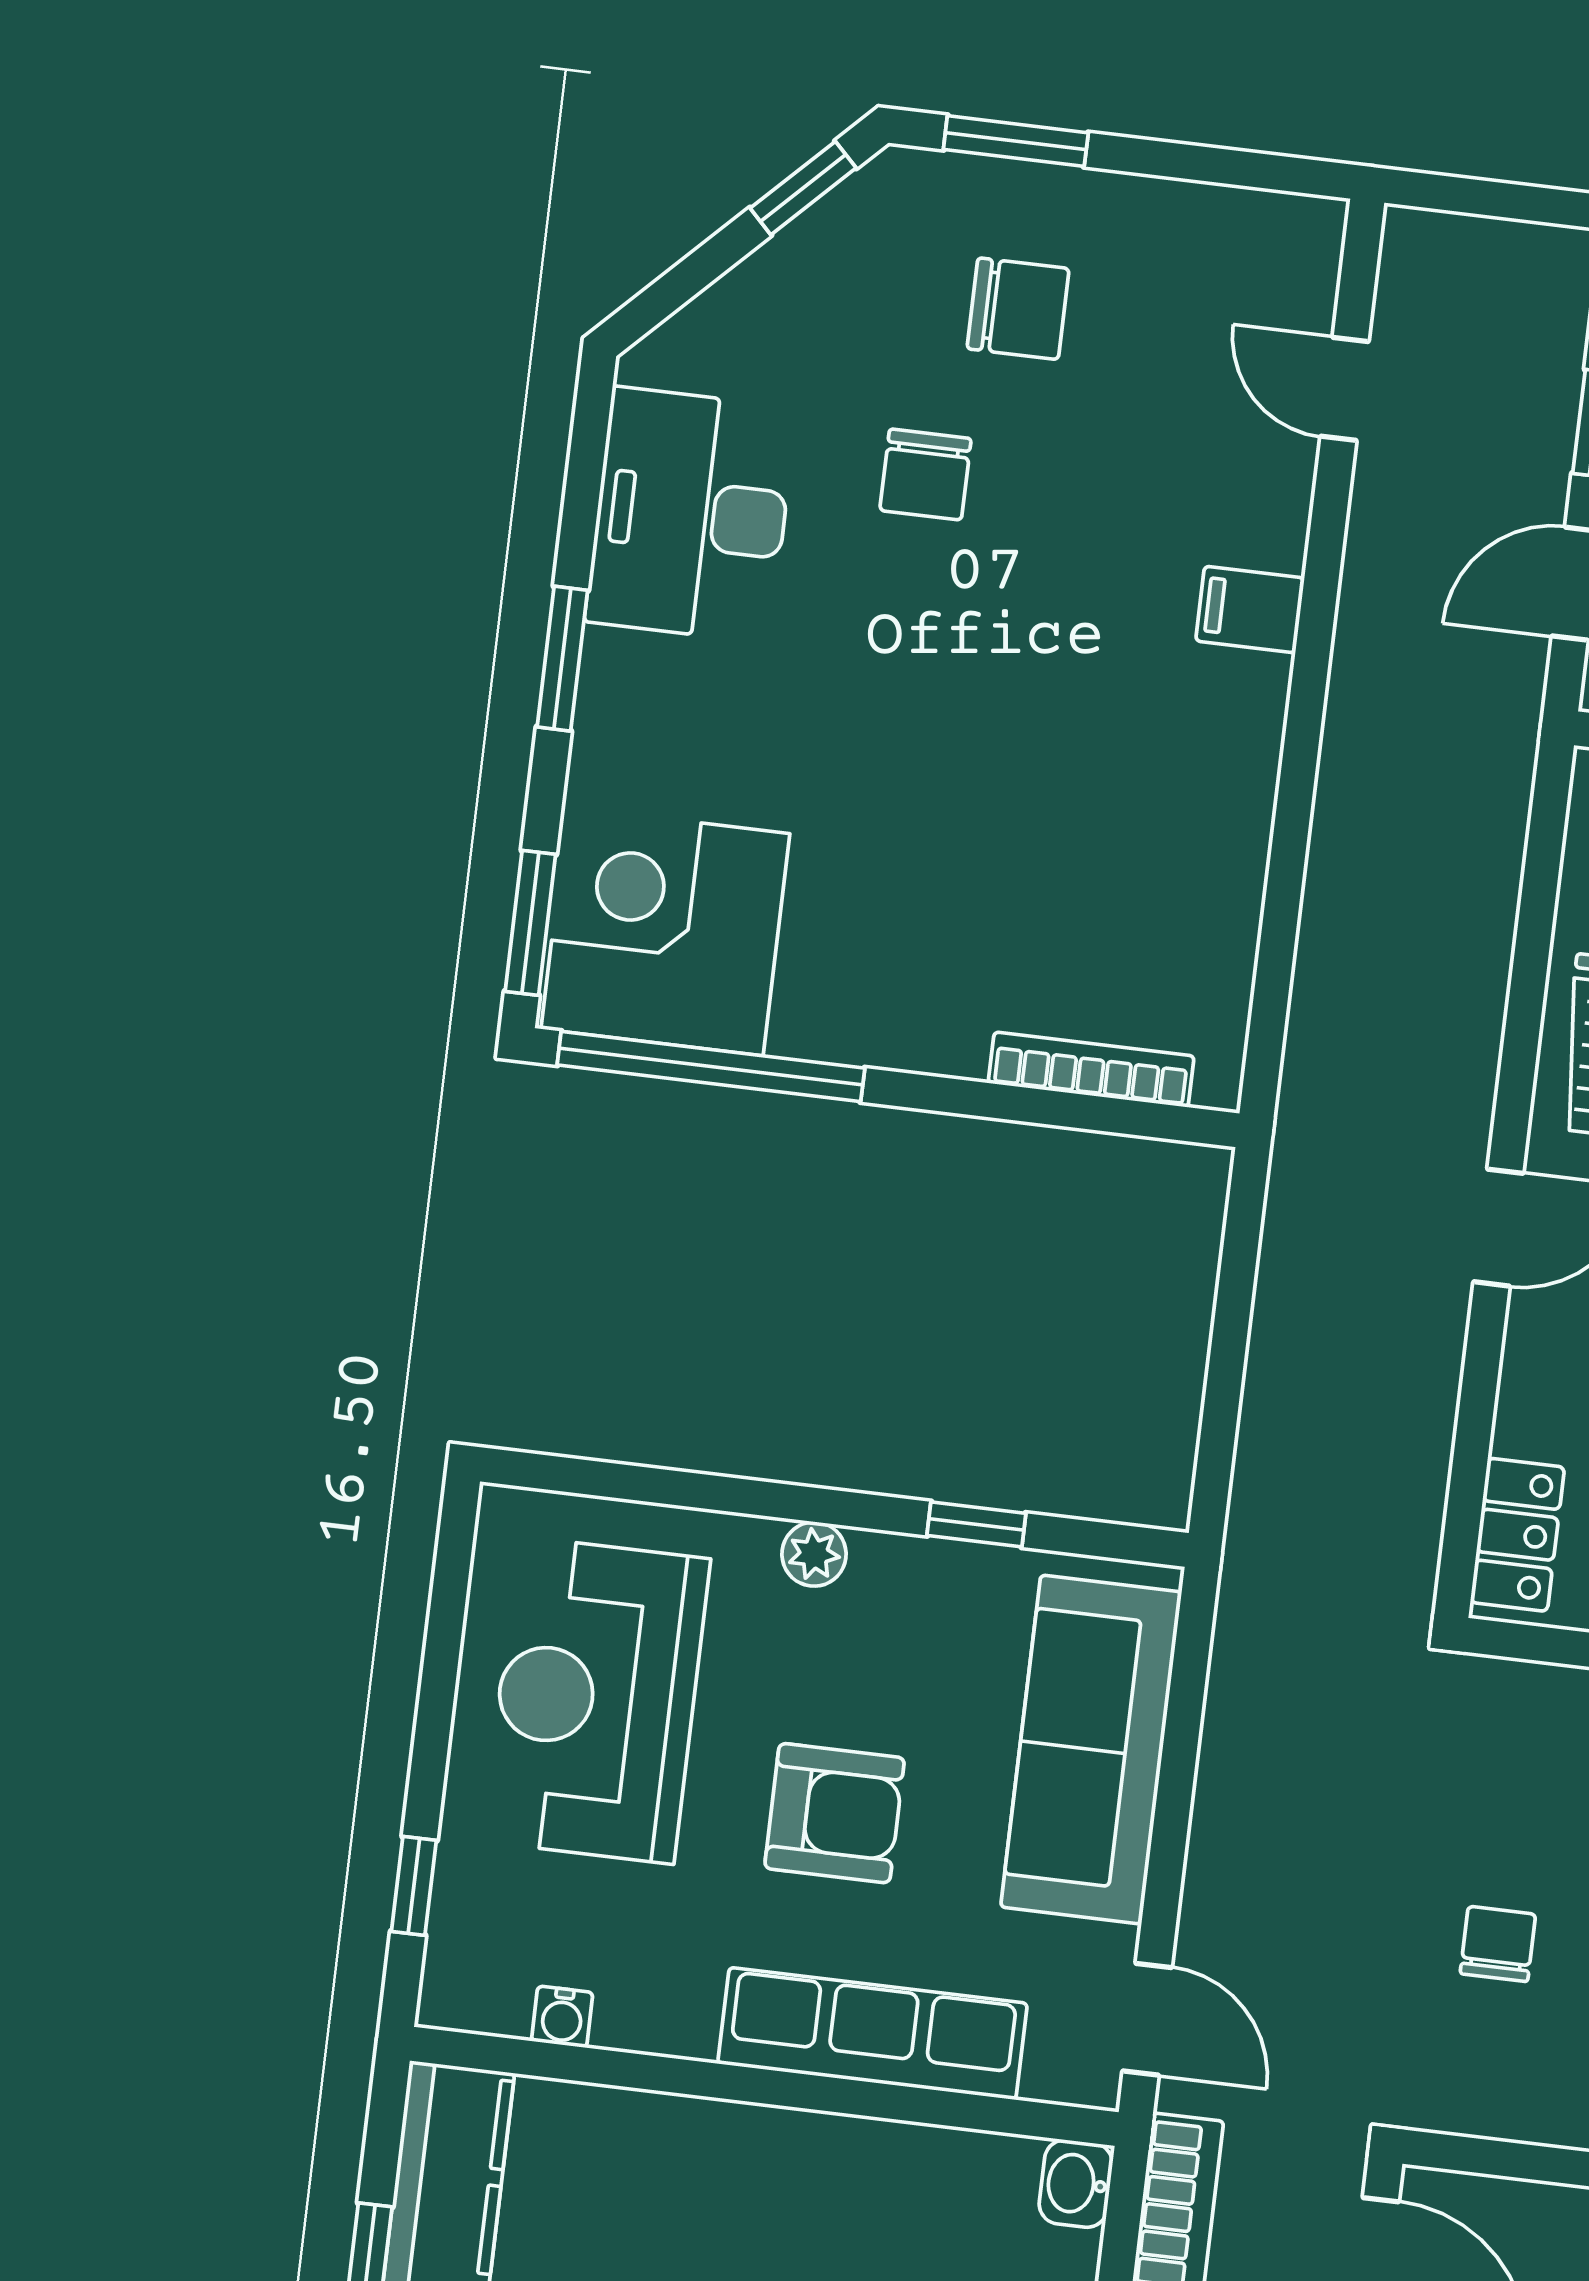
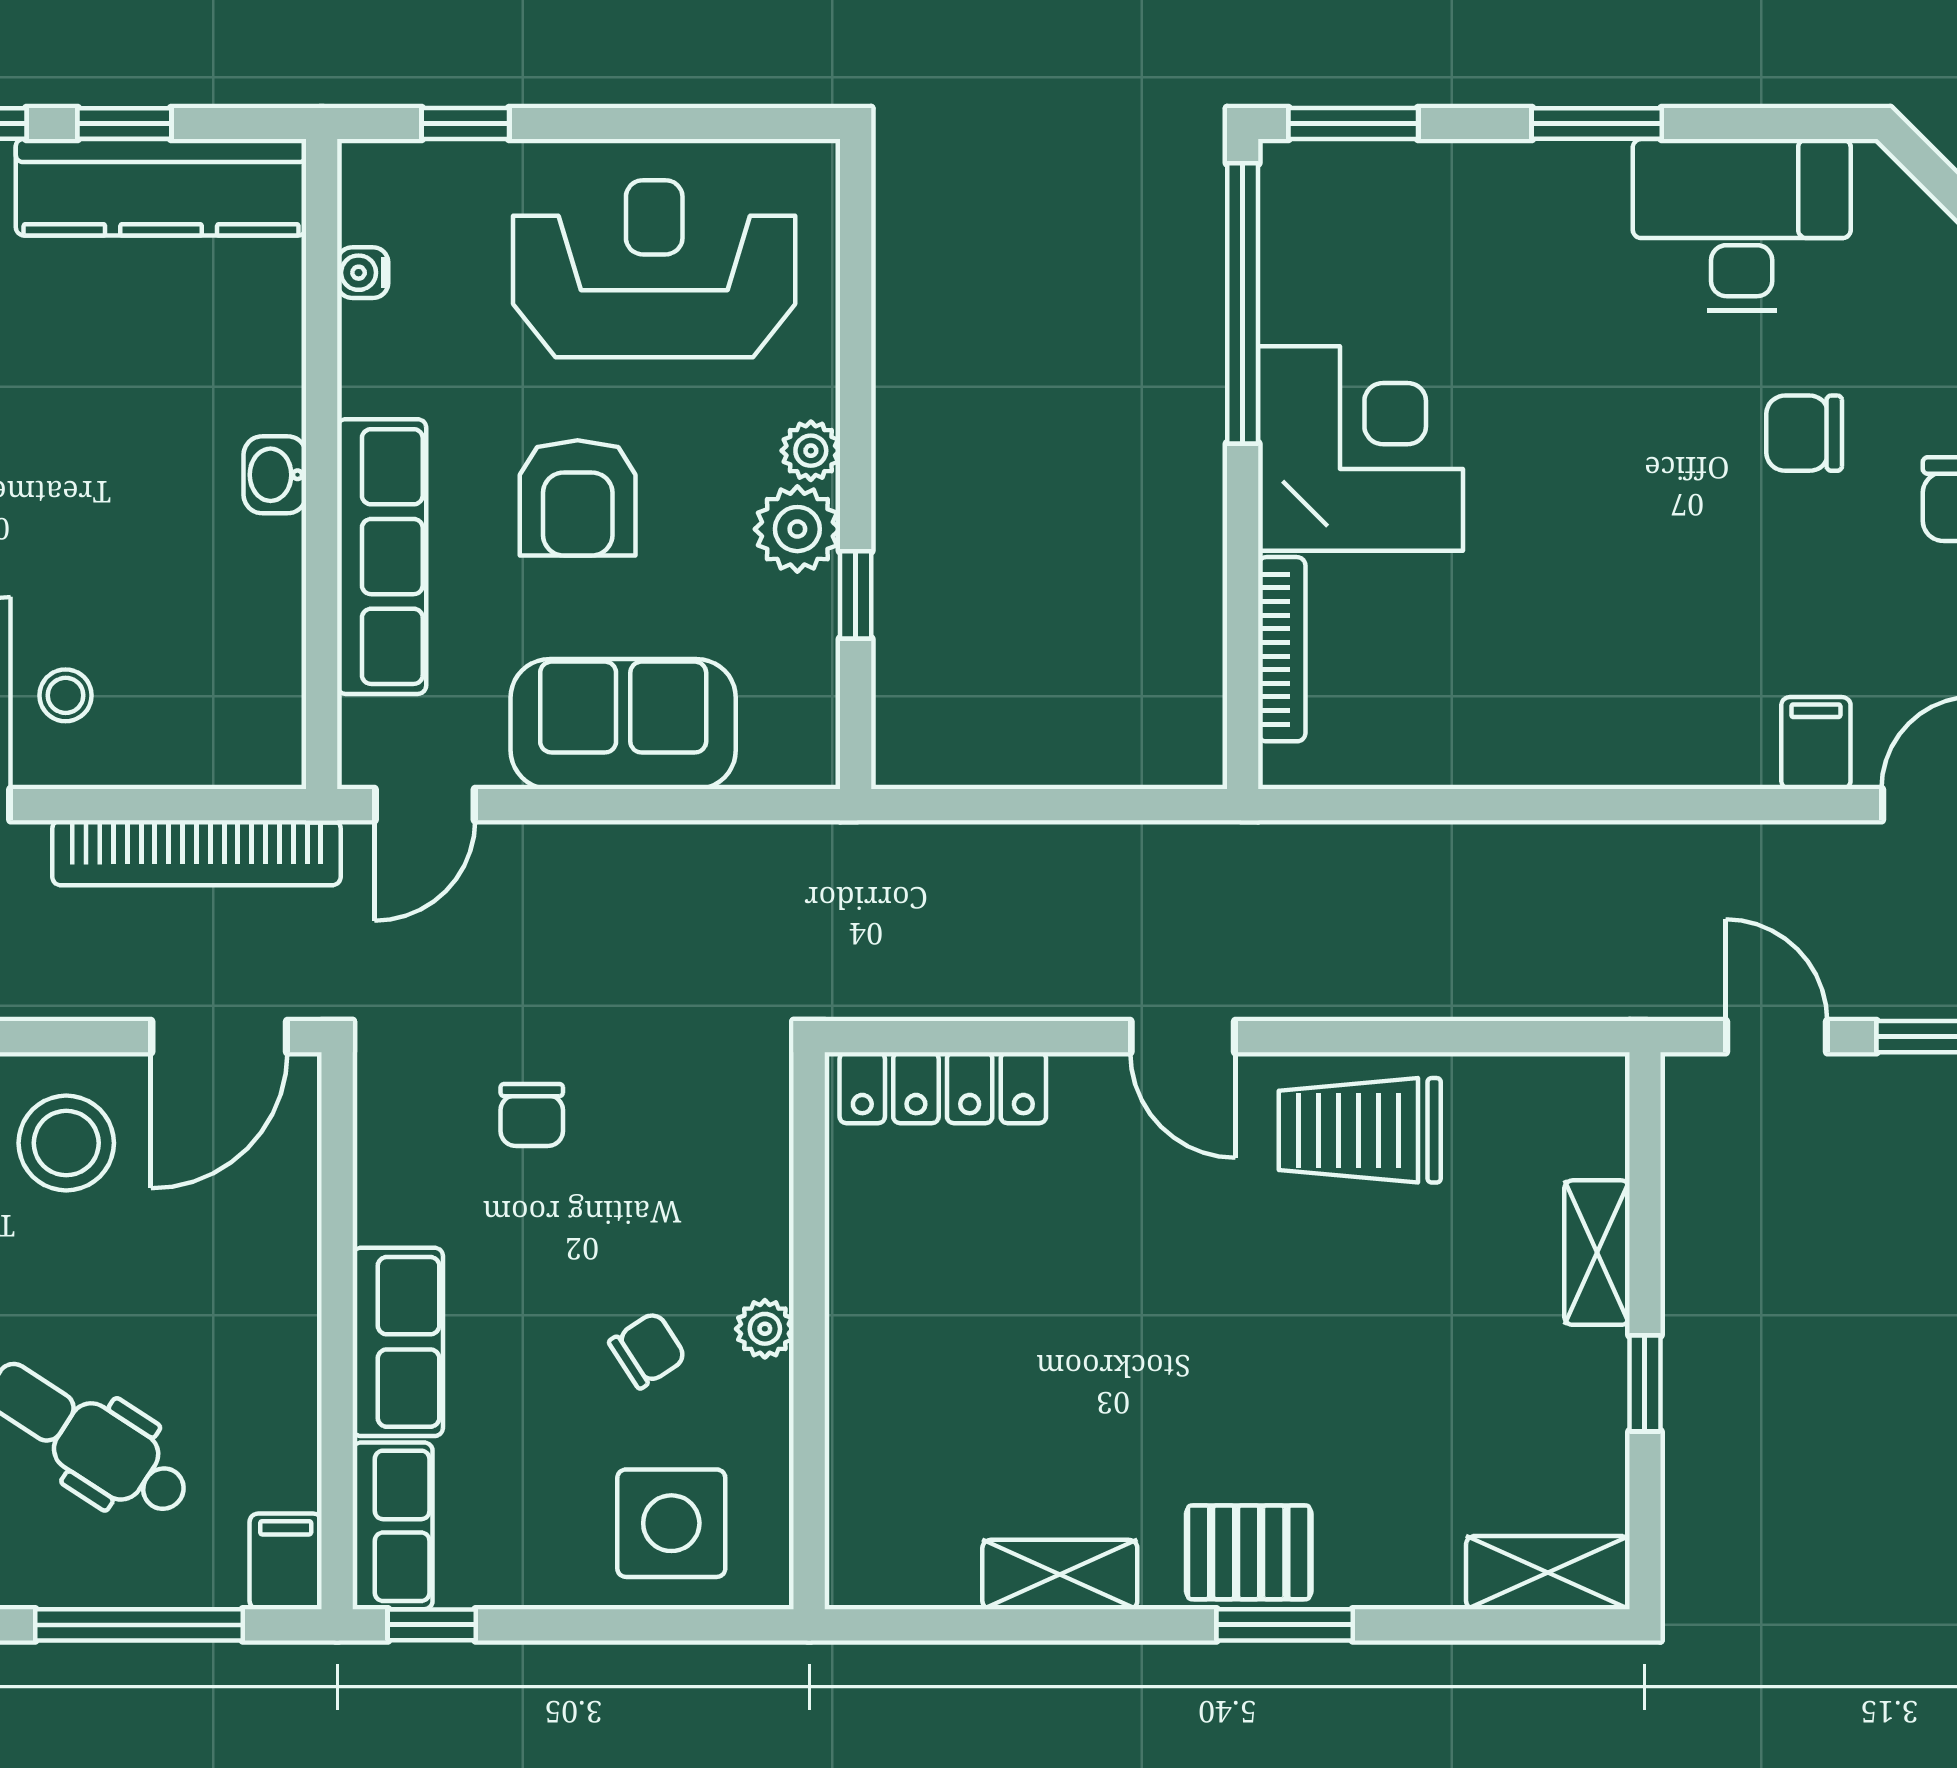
filing cabinet: (1250, 609) -> (1816, 743), moved
corner desk: (665, 931) -> (1360, 448), moved
locker: (1517, 1535) -> (943, 1088), width x1.53
plant: (897, 1579) -> (797, 529), added
sofa: (1091, 1749) -> (623, 724), width x0.73
chair: (1498, 1944) -> (532, 1115), turned 90
washbasin: (1076, 2184) -> (275, 475), moved, turned -90

